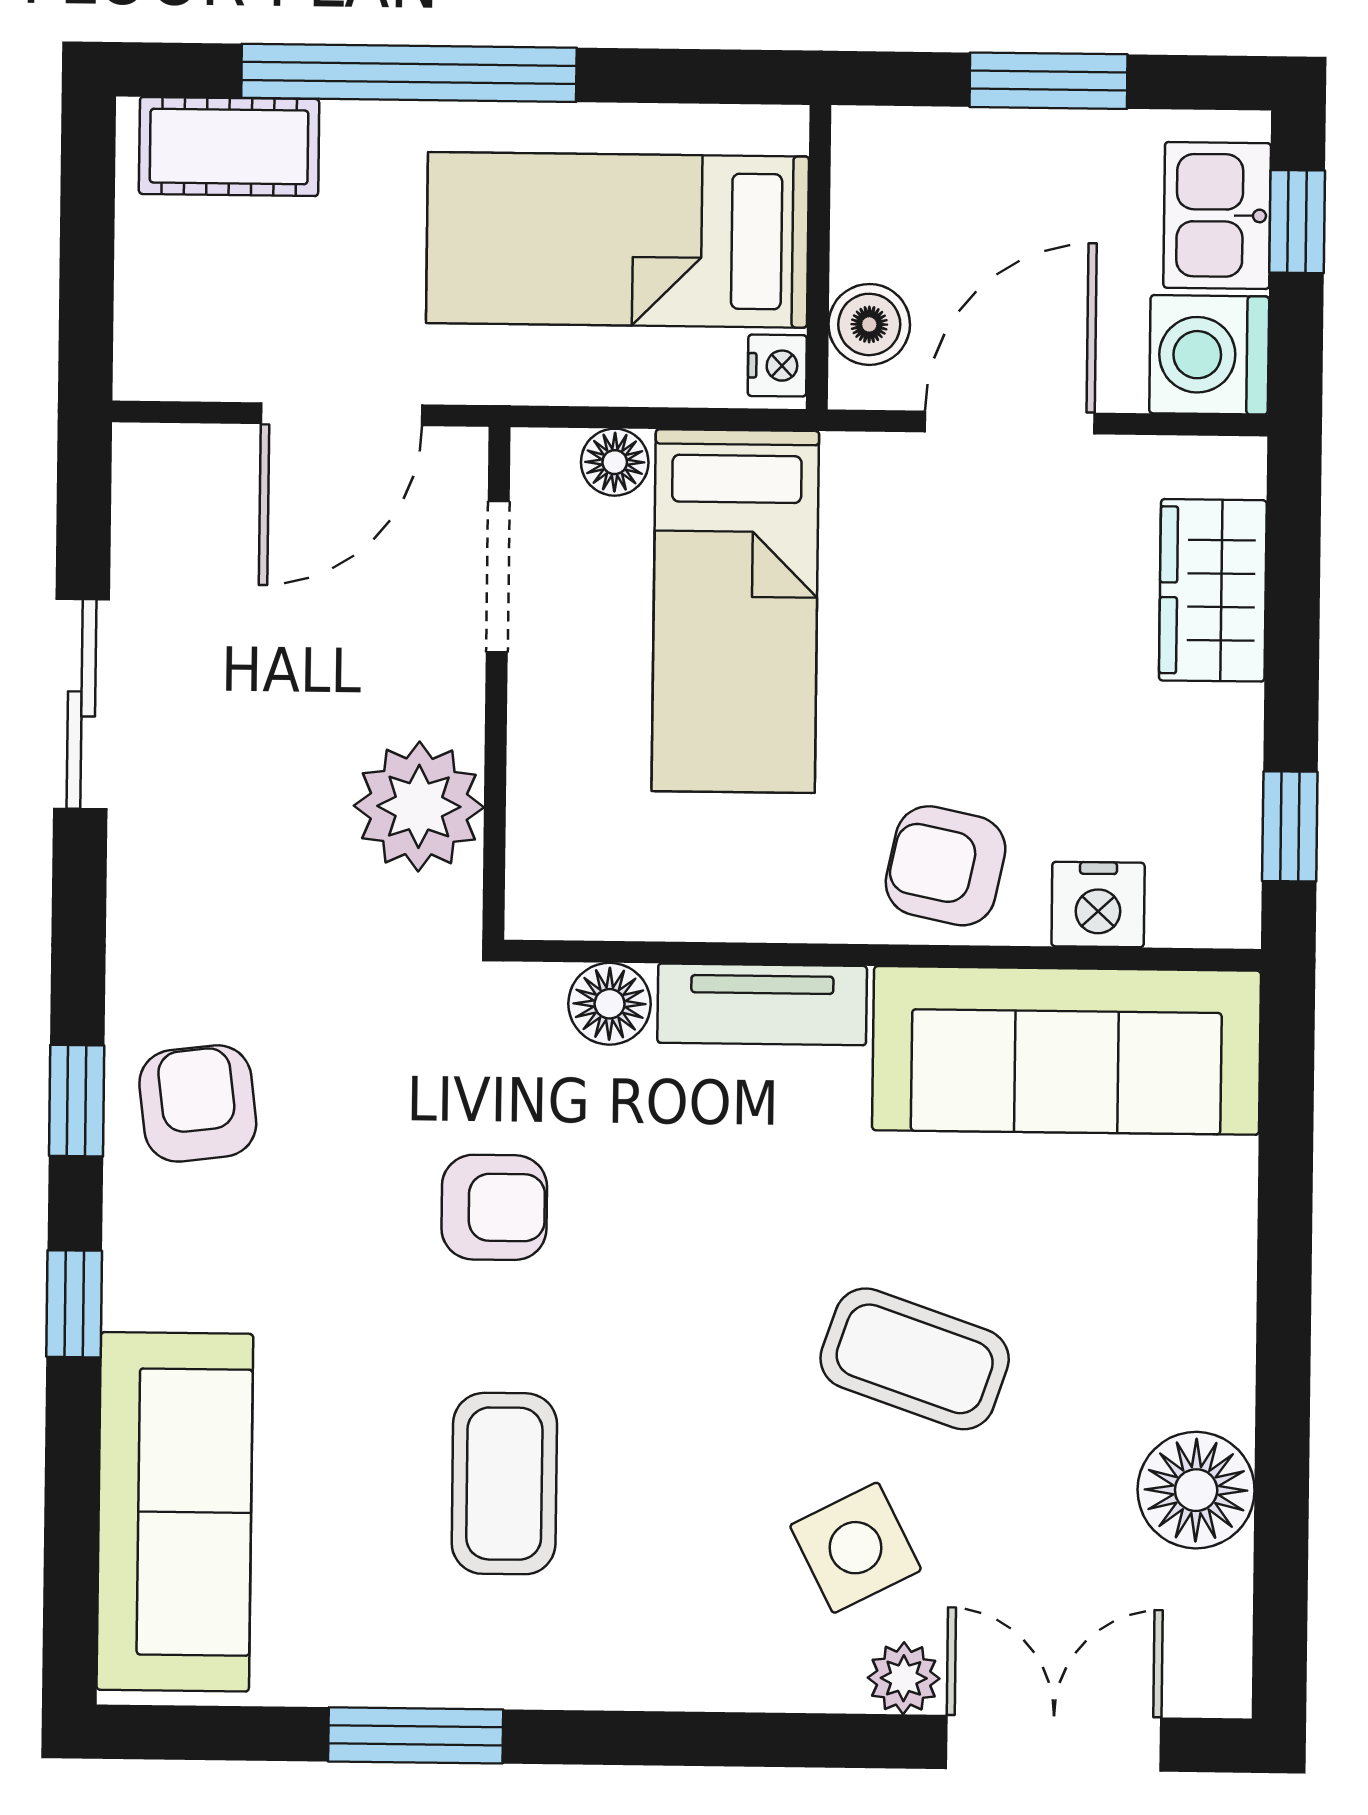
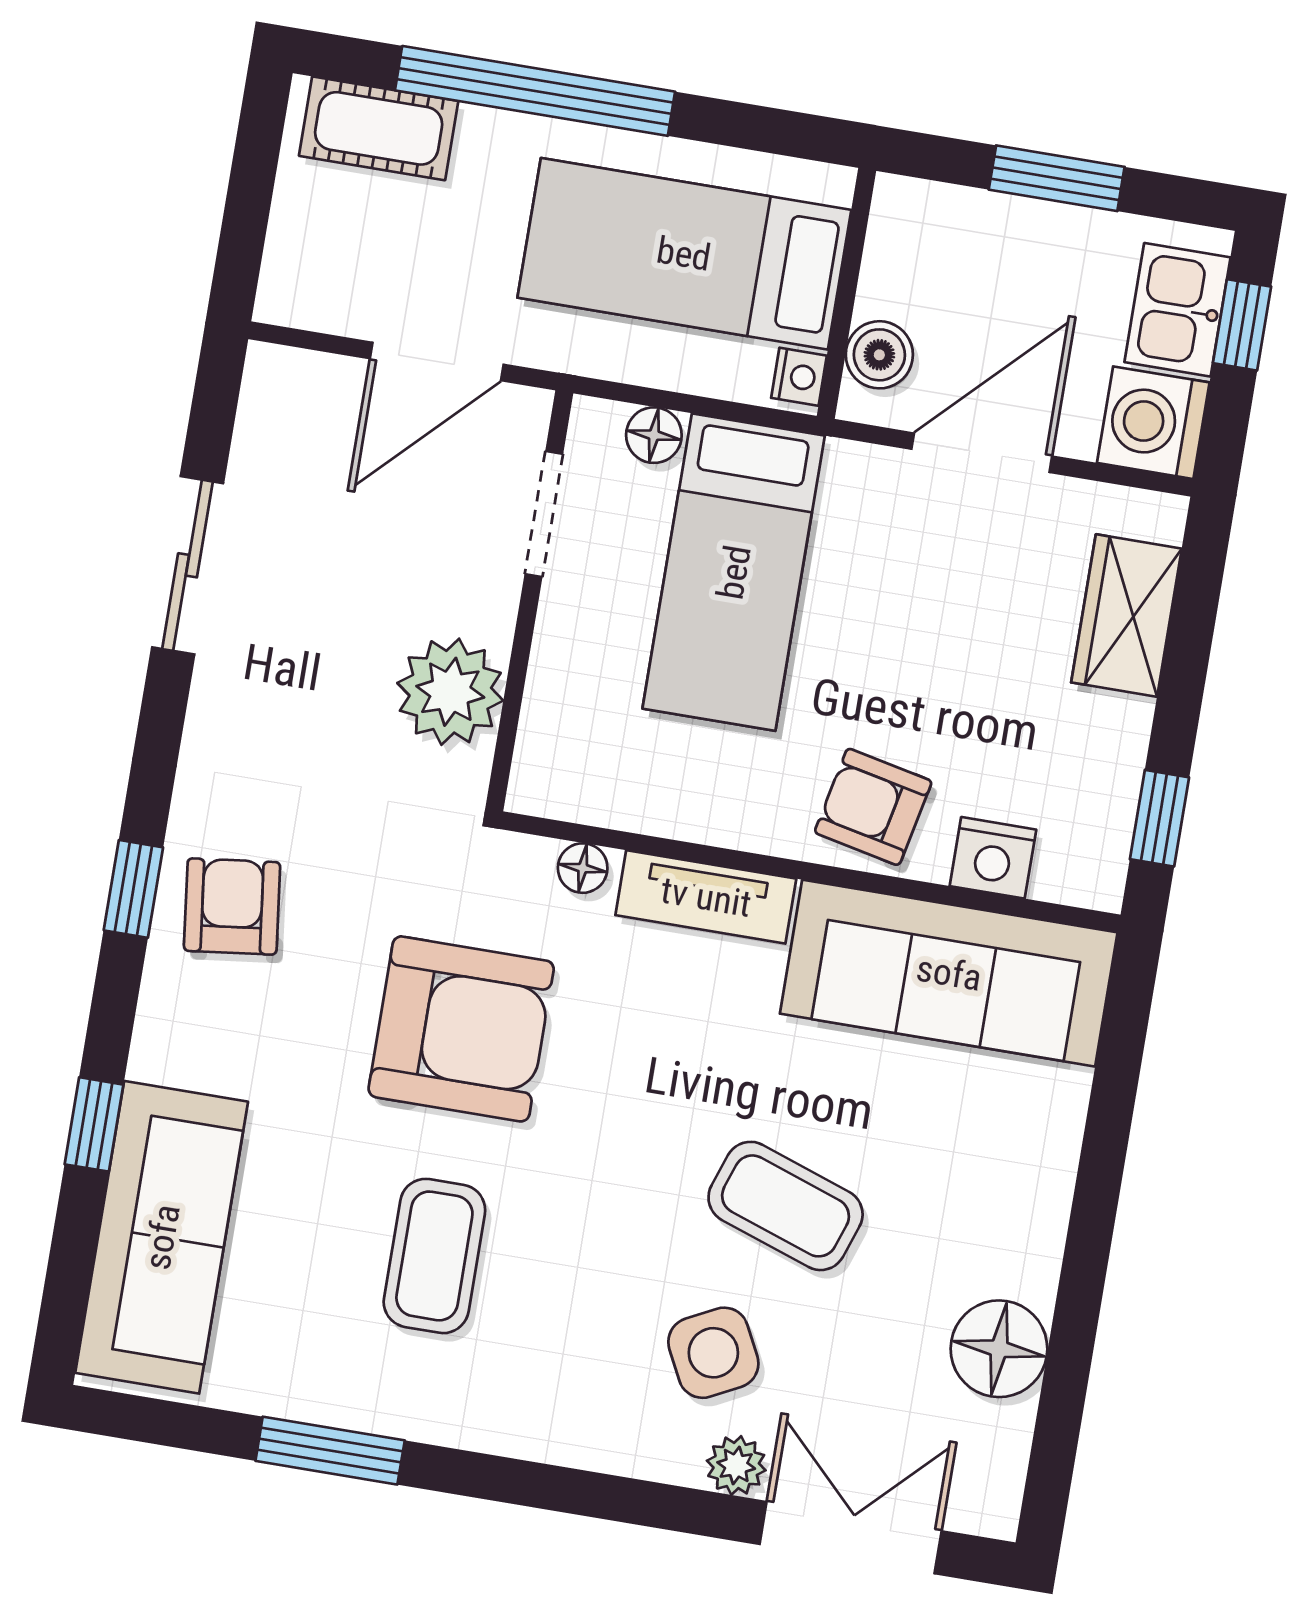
floor lamp: (610, 1004) -> (583, 868), width x0.73, depth x0.73
armchair: (494, 1207) -> (461, 1029), width x1.88, depth x1.88
window: (74, 1304) -> (94, 1124), moved

